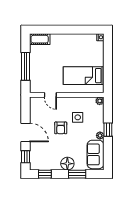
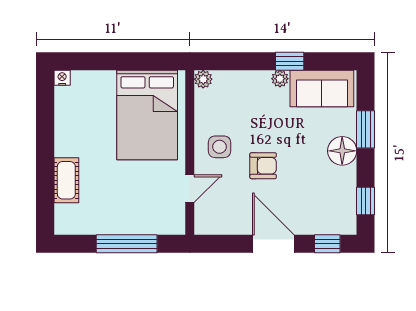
cot: (40, 39) -> (66, 180), moved
bed: (84, 76) -> (147, 115), width x1.50
side table: (78, 117) -> (219, 147), moved
window: (108, 130) -> (290, 61), moved
door: (25, 132) -> (273, 244), hinge flipped

